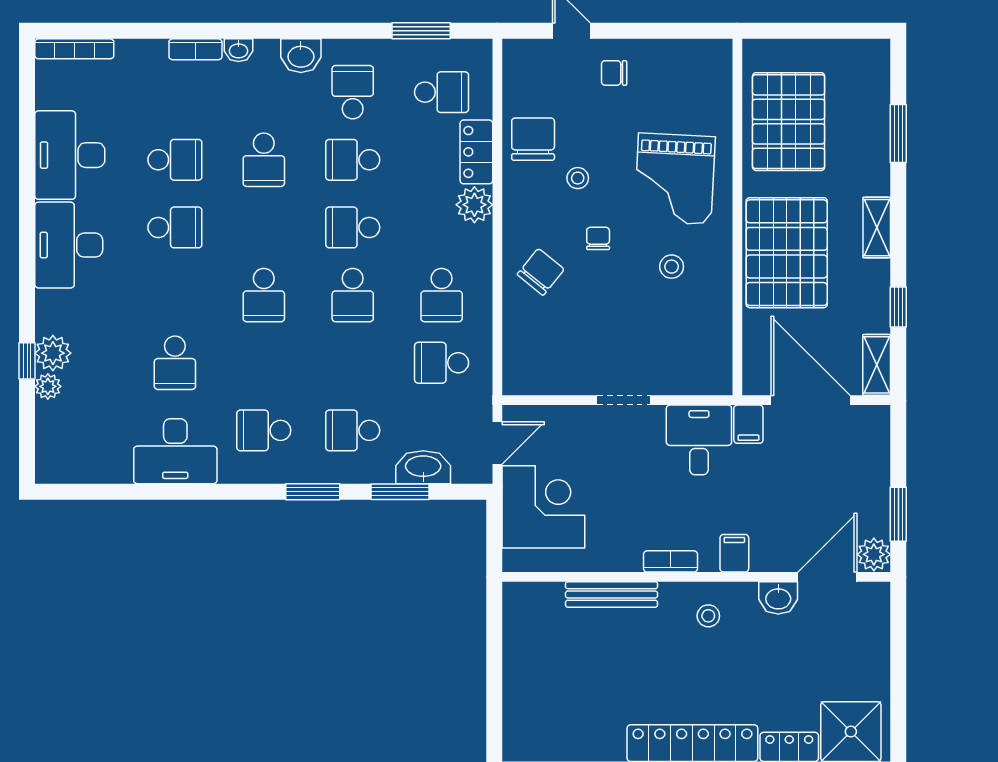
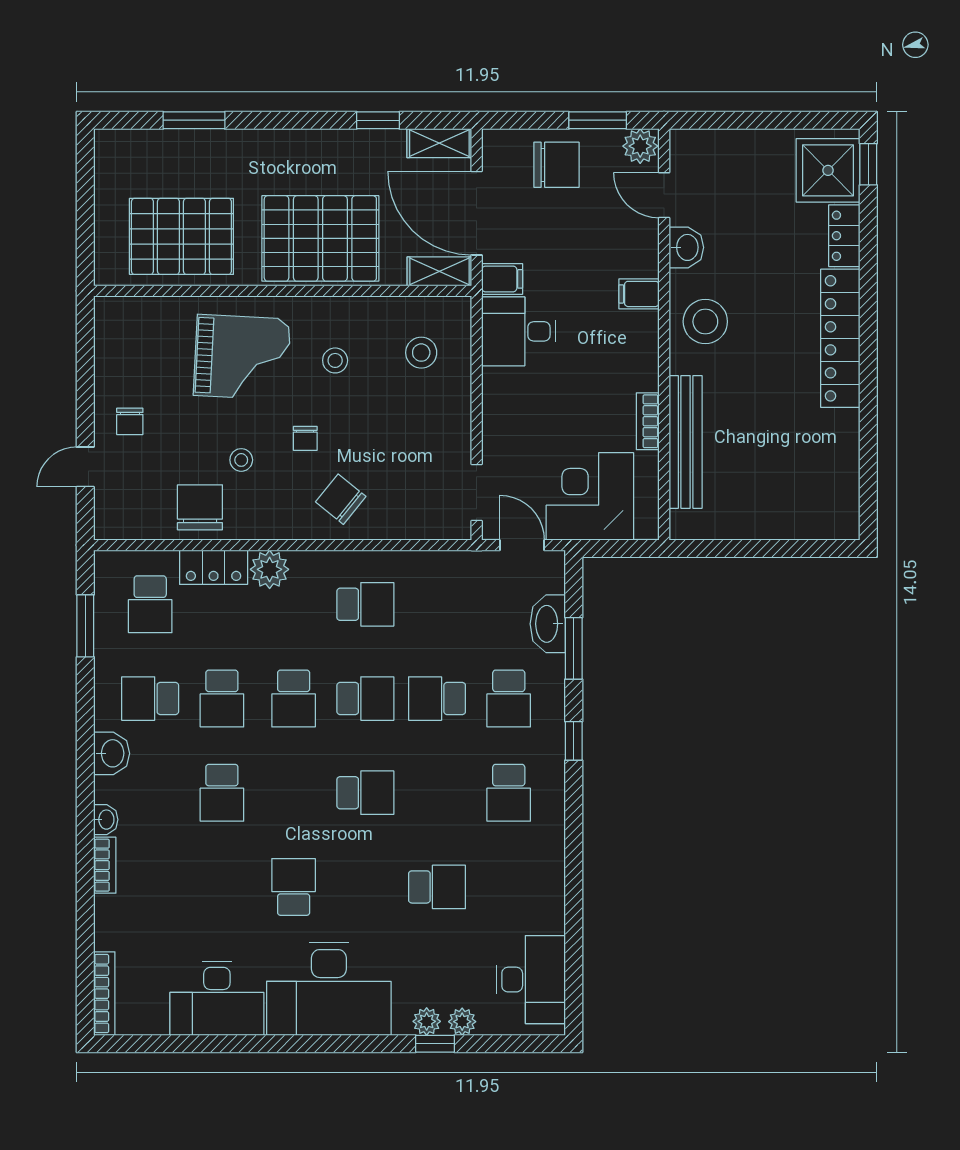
school desk: (442, 92) -> (150, 604), turned 180
chair: (533, 139) -> (200, 507), turned 90
school desk: (175, 160) -> (222, 887), removed
school desk: (264, 160) -> (222, 793), turned 90
shelving: (877, 228) -> (439, 271), moved
chair: (598, 238) -> (305, 438), turned -90
desk: (69, 245) -> (329, 989), width x1.36, depth x1.30
stool: (679, 348) -> (421, 353), added
plant: (53, 353) -> (427, 1021), width x0.73, depth x0.73
school desk: (442, 363) -> (437, 699), moved, turned 90
doorway: (624, 400) -> (477, 493), moved
door: (811, 400) -> (477, 213), hinge flipped
desk: (175, 451) -> (531, 980), moved
chair: (856, 475) -> (556, 165), added
window: (313, 492) -> (574, 741), width x0.67
bookcase: (670, 561) -> (648, 421), moved
door: (827, 577) -> (664, 195), width x0.73
bench: (612, 594) -> (686, 442), width x1.37, depth x1.21
stool: (708, 616) -> (705, 322), width x1.89, depth x1.89

